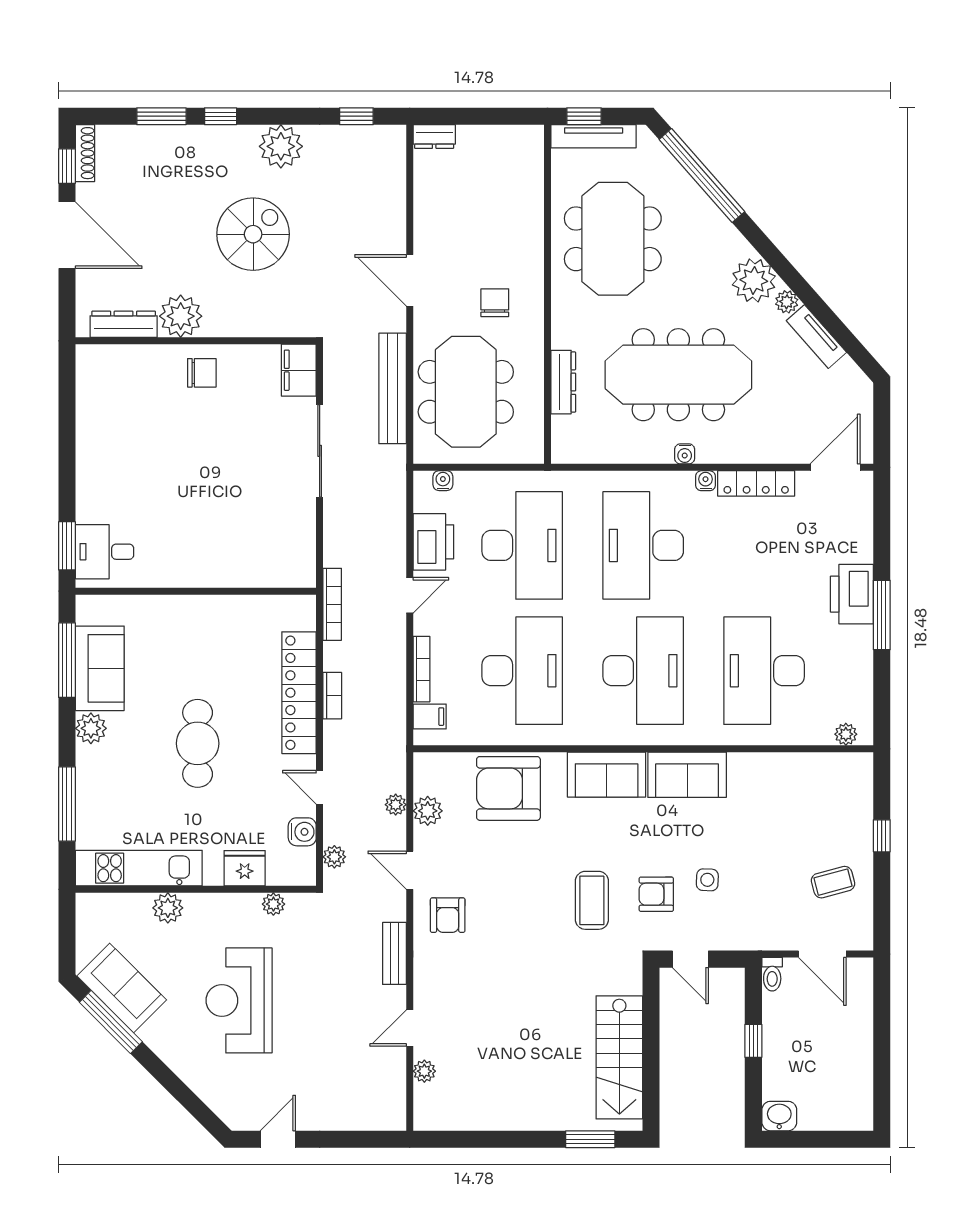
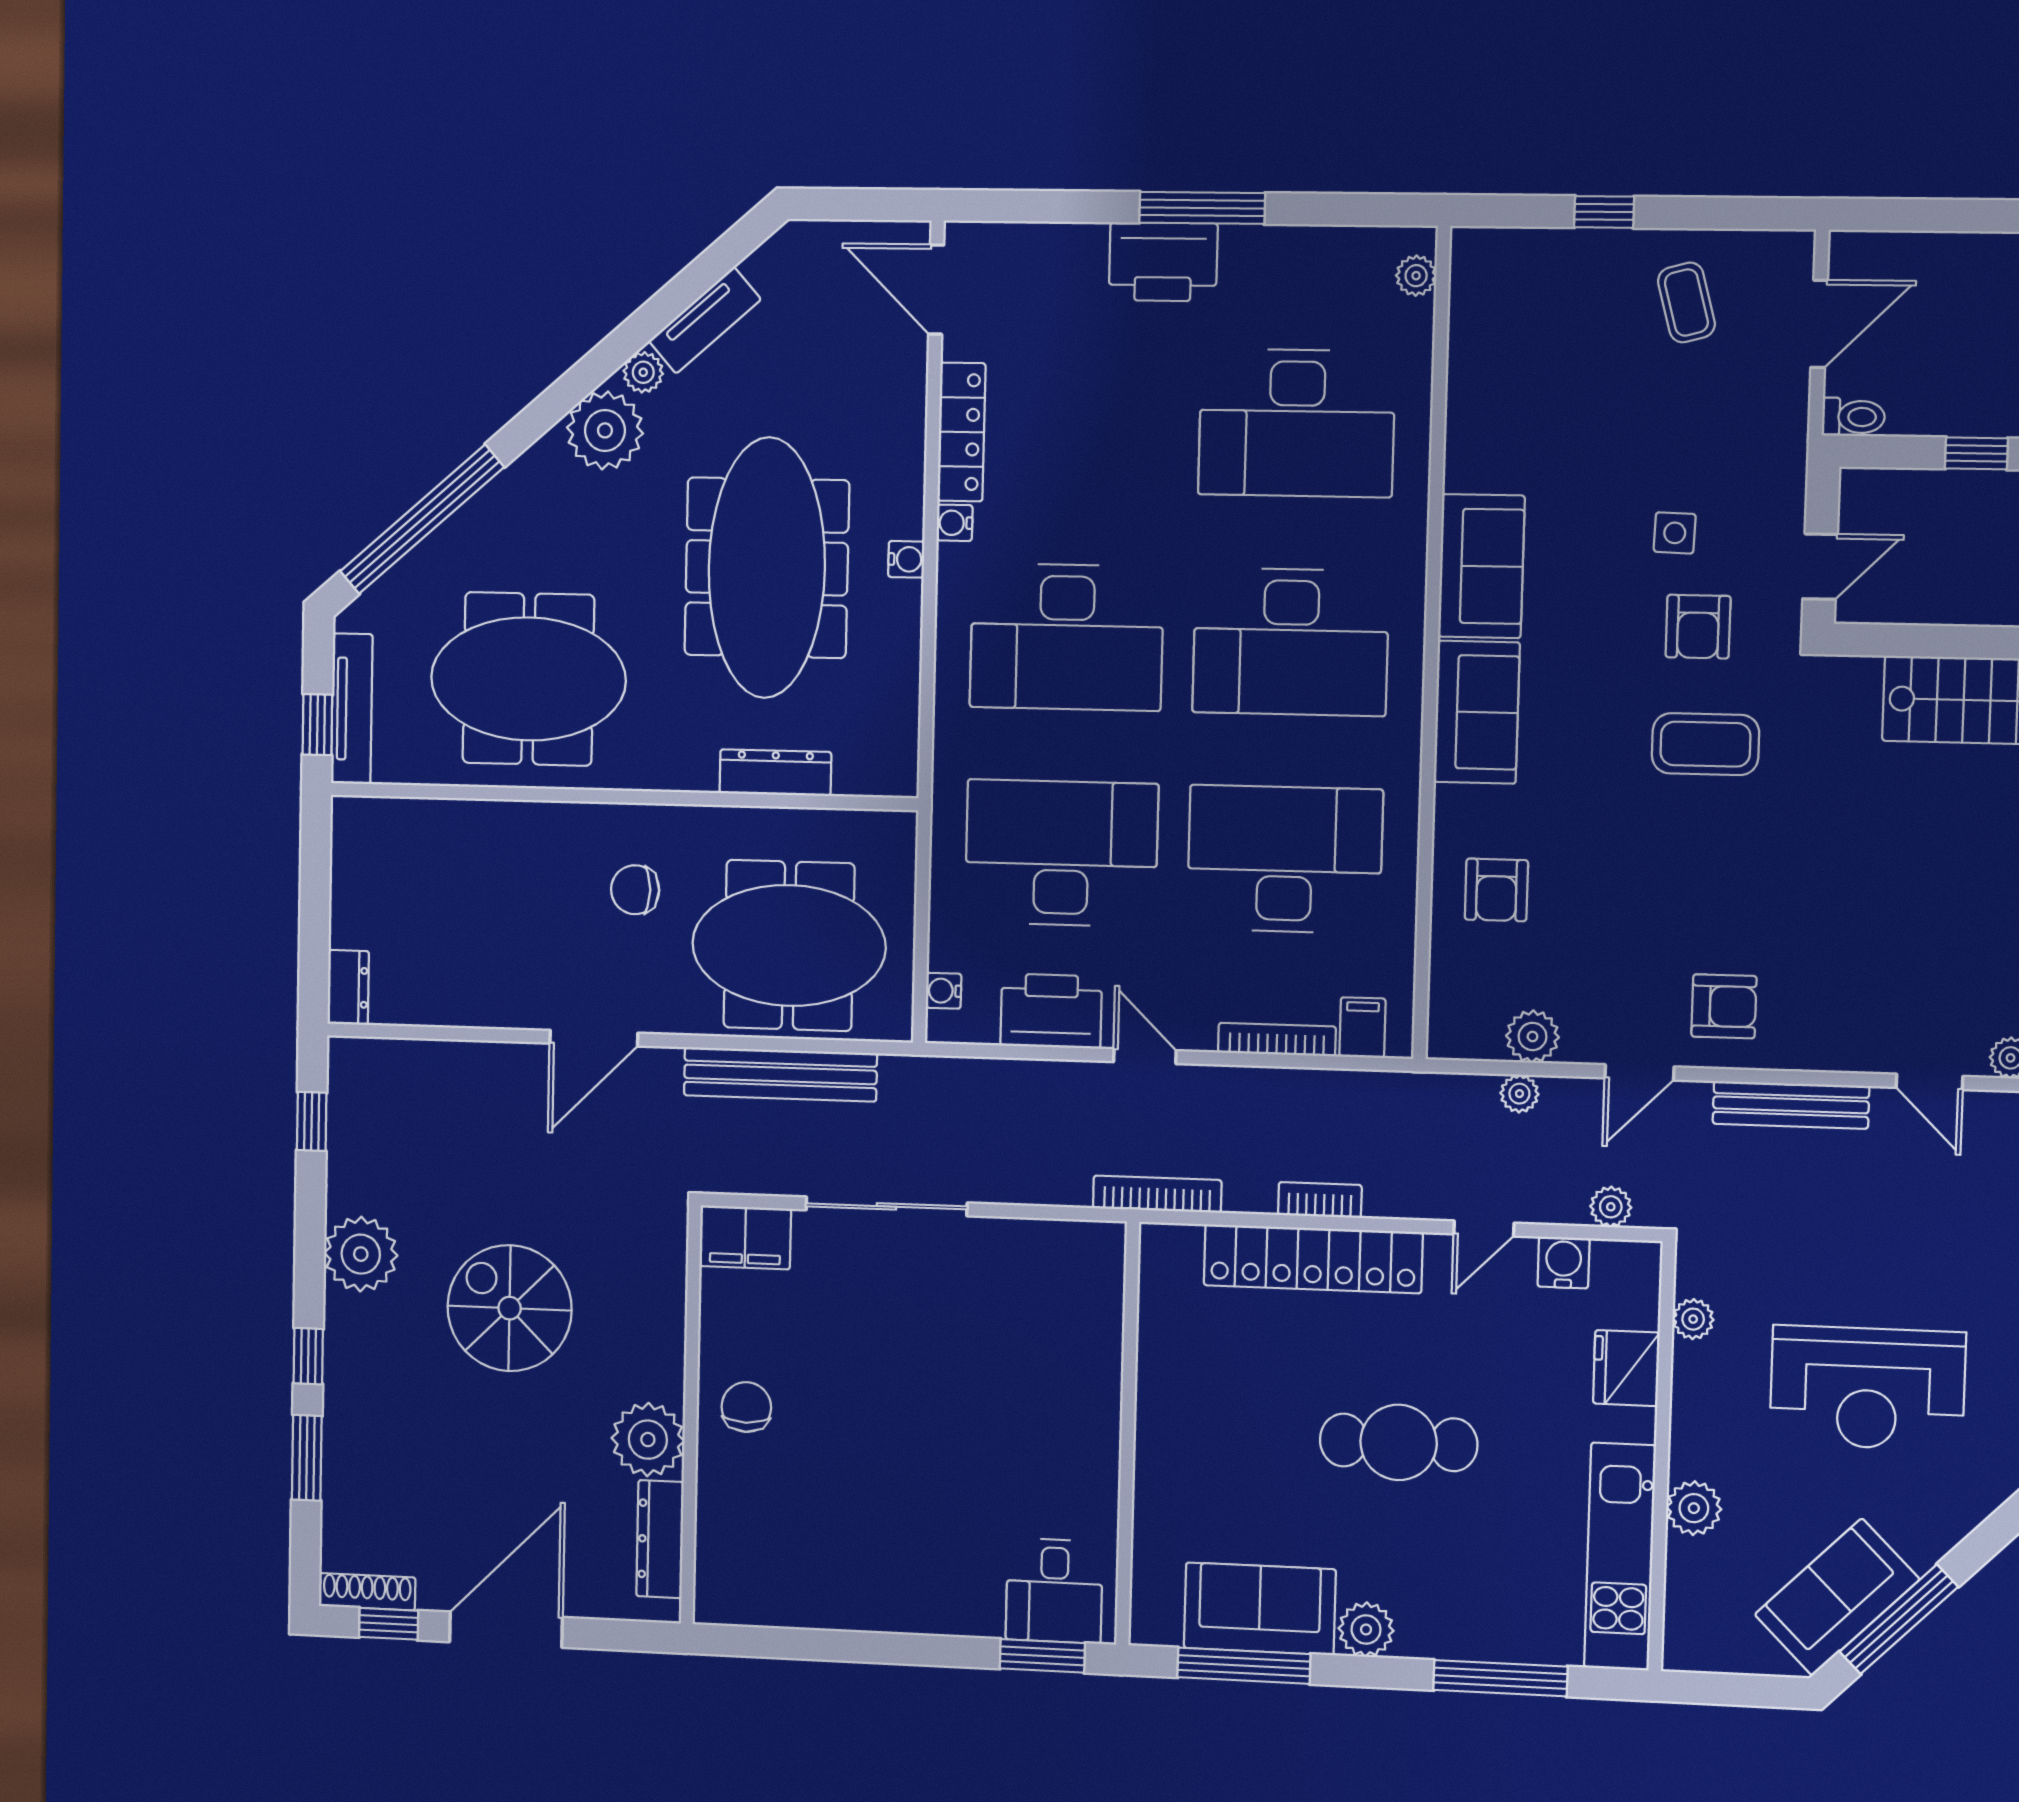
desk: (643, 671) -> (1291, 642), turned 180
armchair: (508, 788) -> (1496, 890), width x0.53, depth x0.53
bench: (394, 953) -> (1791, 1105), width x1.36

